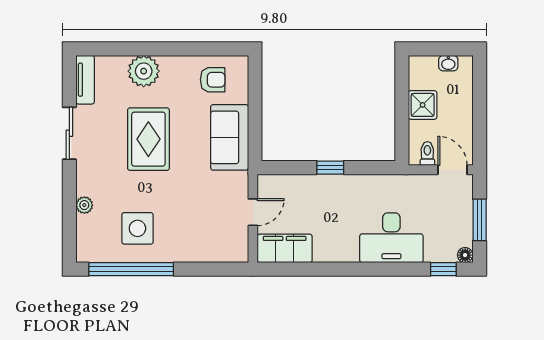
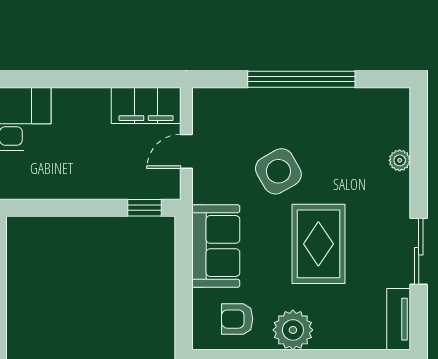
plant: (144, 71) -> (293, 330), moved
window: (330, 168) -> (144, 208), moved
side table: (137, 228) -> (278, 171), moved, turned -30
window: (131, 269) -> (301, 79), moved

